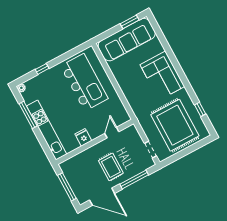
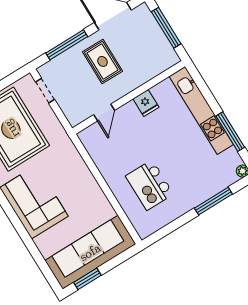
window: (42, 69) -> (213, 201), width x2.17
kitchen island: (84, 82) -> (150, 185), width x0.54, depth x0.78

